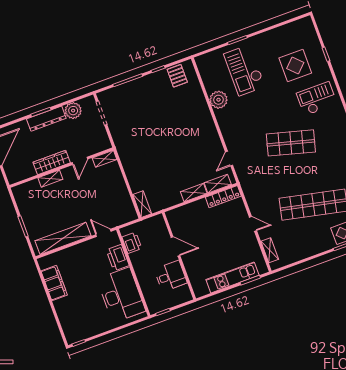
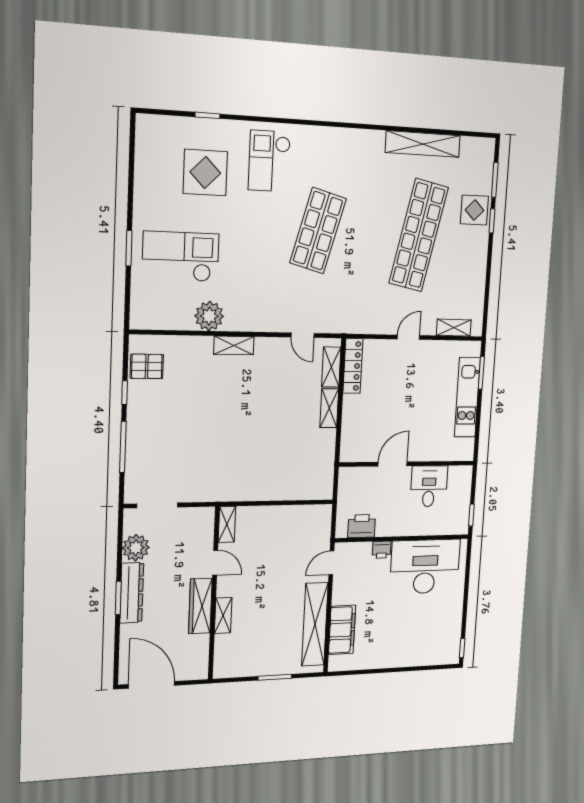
checkout: (244, 70) -> (181, 257), turned 180
shelving: (142, 204) -> (234, 345), moved
printer: (118, 258) -> (382, 550), width x0.53, depth x0.68
filing cabinet: (54, 283) -> (342, 630), moved, turned 90

